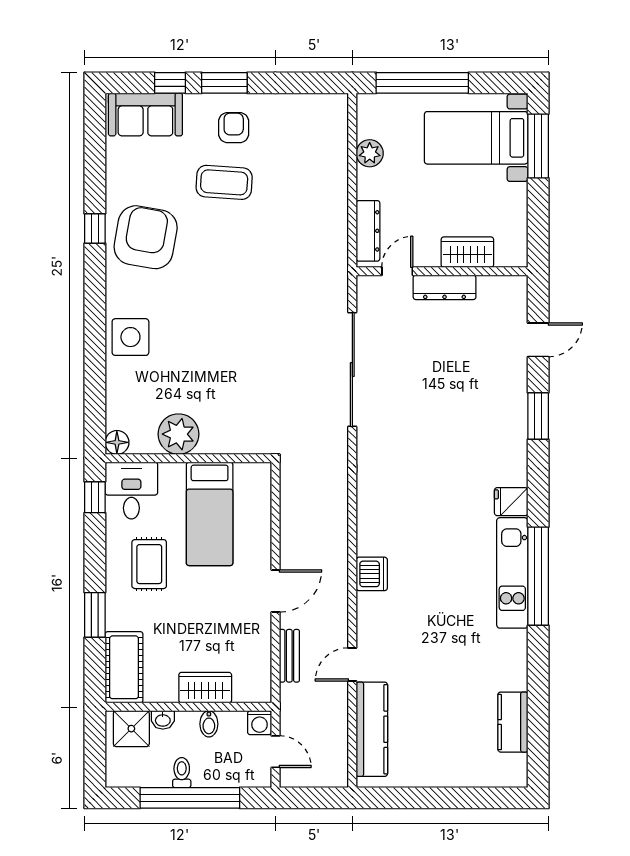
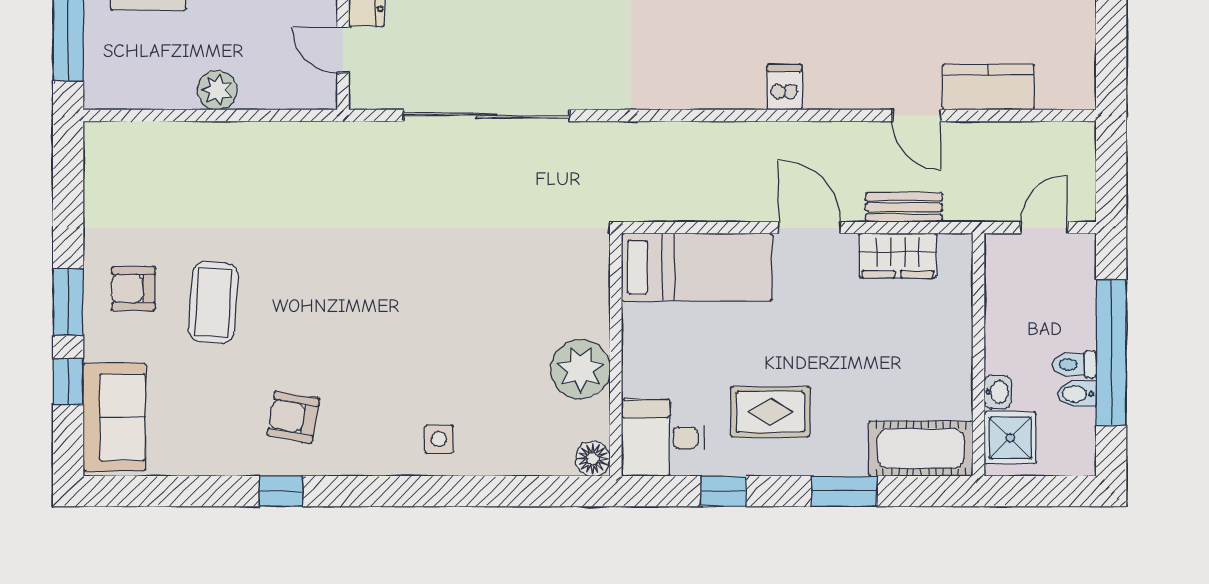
plant: (370, 153) -> (217, 90), moved
dresser: (368, 231) -> (284, 93), removed
armchair: (146, 237) -> (293, 417), width x0.53, depth x0.53
side table: (130, 337) -> (439, 439), width x0.54, depth x0.54
window: (95, 497) -> (723, 491), moved
bed: (210, 514) -> (697, 267), moved
dishwasher: (372, 574) -> (785, 87), width x0.73
wardrobe: (205, 688) -> (898, 256), moved, turned -90
washing machine: (260, 723) -> (1002, 251), removed
bidet: (209, 724) -> (1077, 394), moved, turned 180
kitchen counter: (372, 729) -> (988, 87), width x0.67

